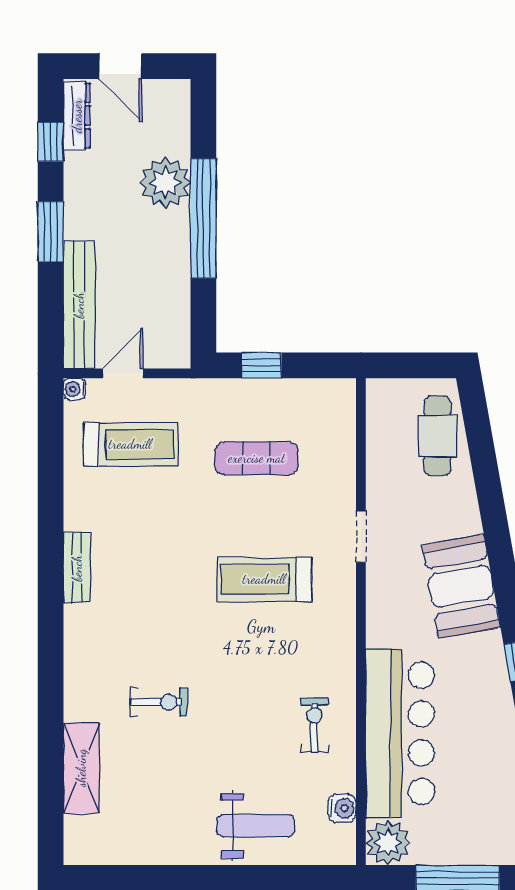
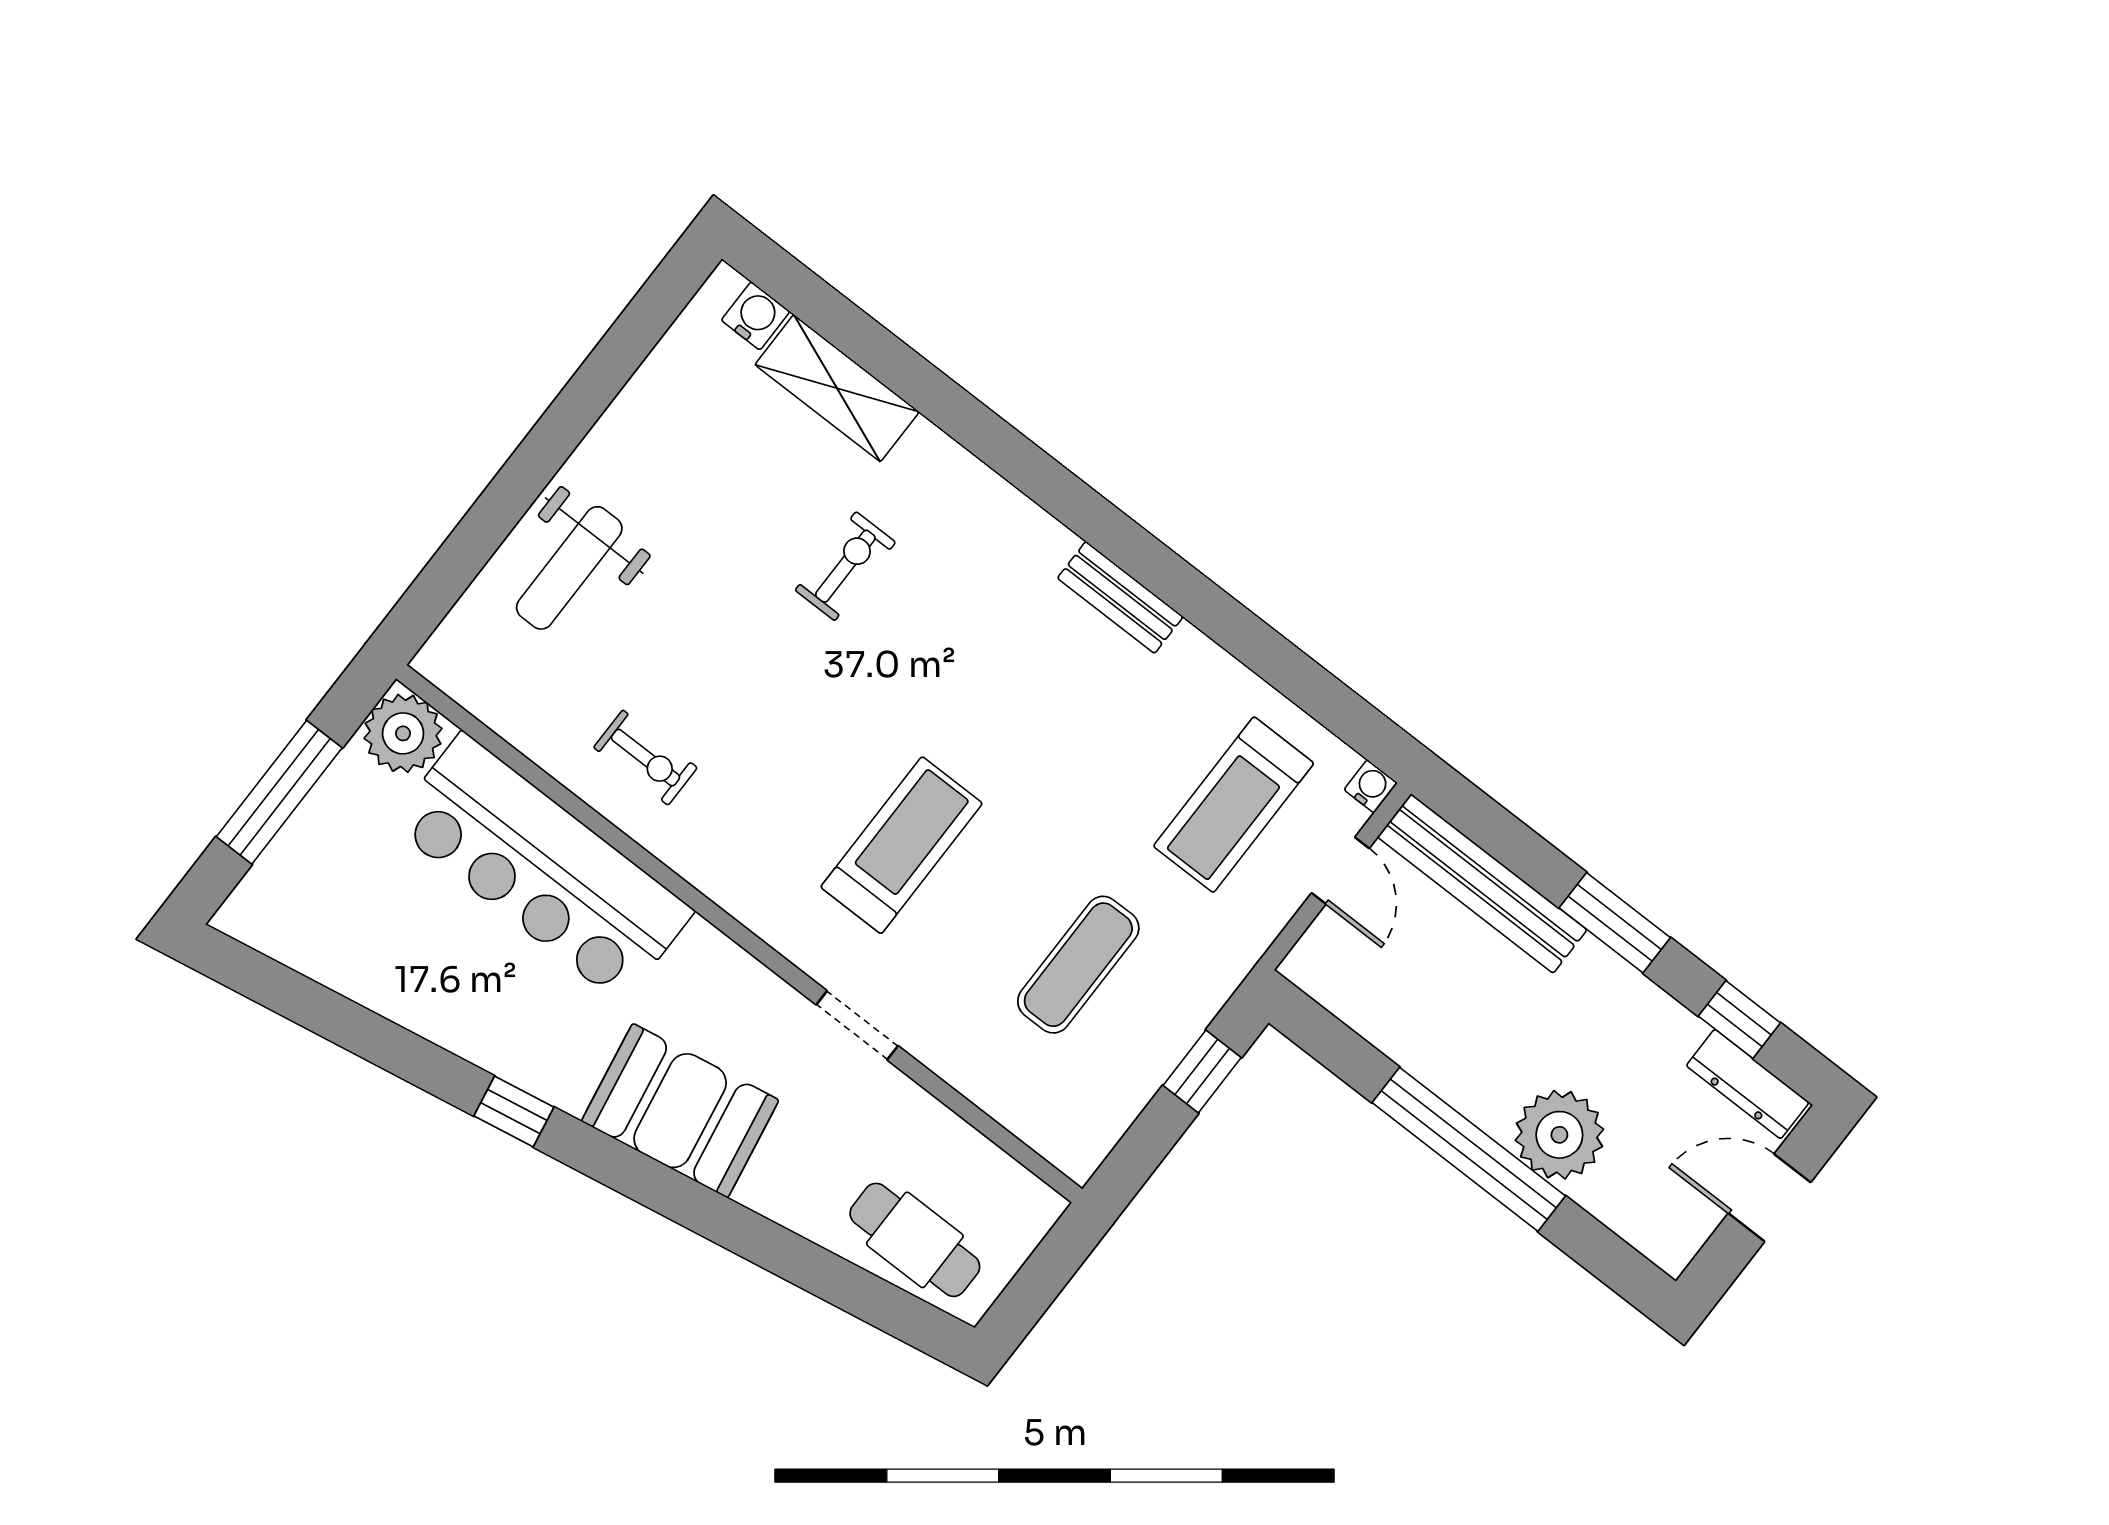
exercise bike: (159, 702) -> (845, 566), turned 180
water cooler: (342, 808) -> (756, 316), moved, turned 180

